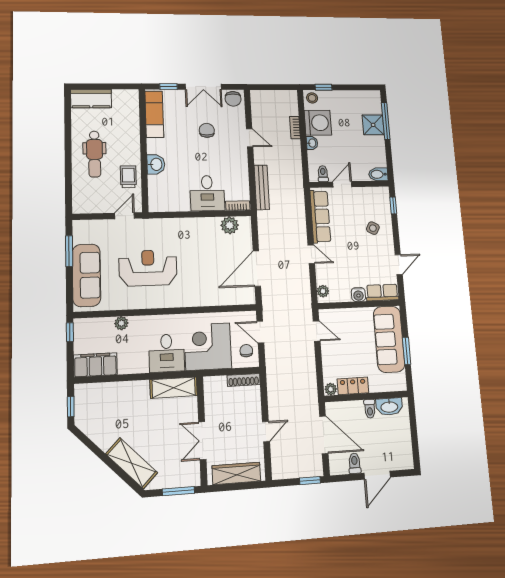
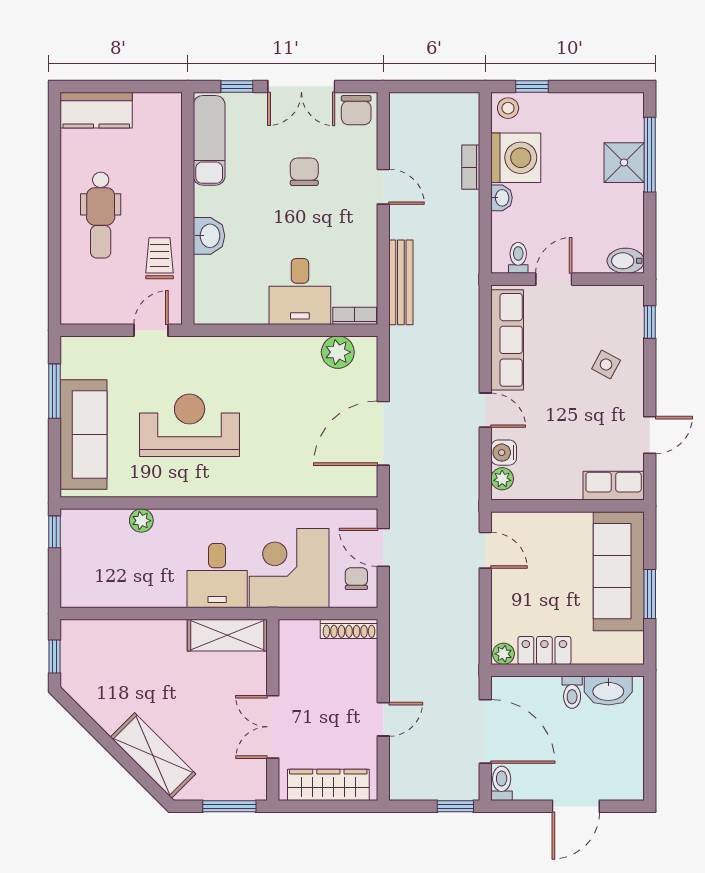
water cooler: (358, 294) -> (504, 453), moved, turned 90
filing cabinet: (95, 365) -> (96, 589), removed
toilet: (355, 463) -> (502, 783), moved

